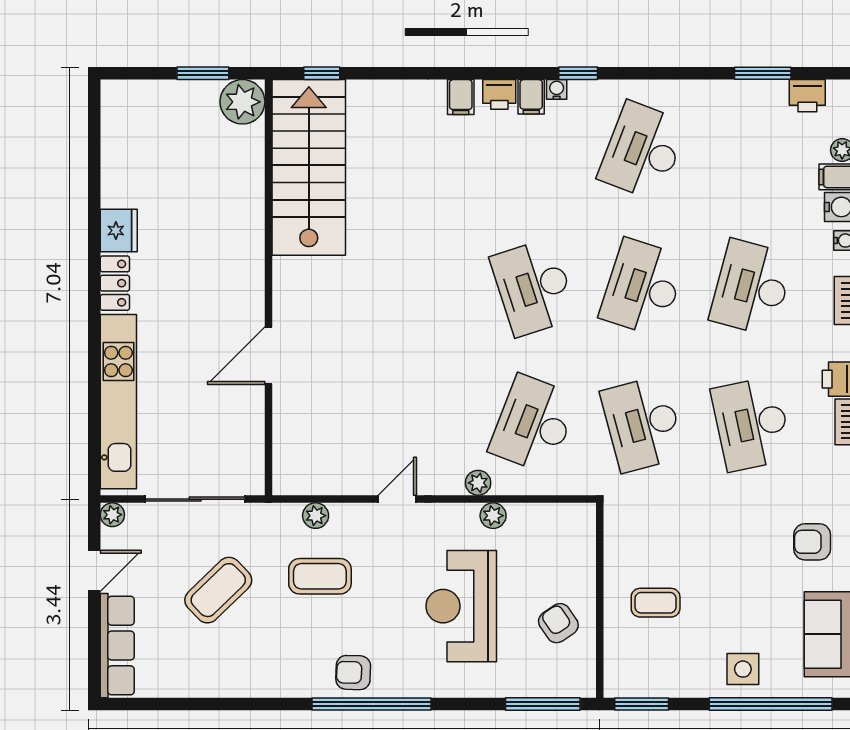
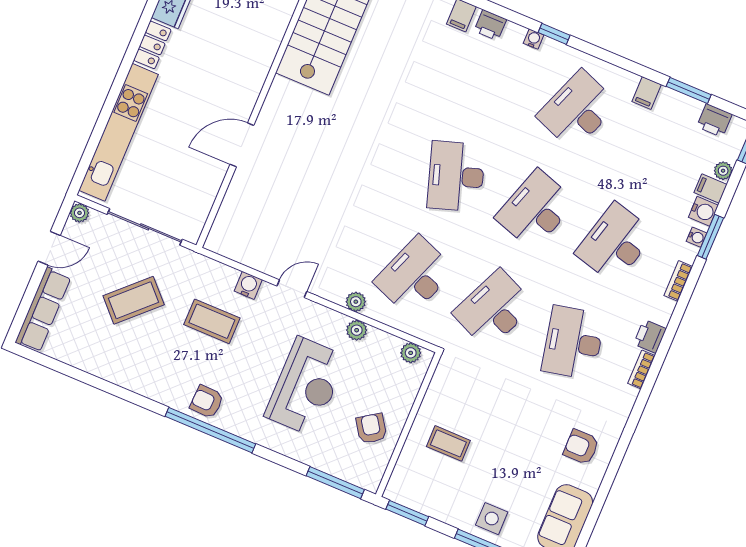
filing cabinet: (531, 97) -> (647, 93), moved
desk: (643, 424) -> (494, 309), turned 39
plant: (316, 516) -> (411, 353), moved
water cooler: (345, 516) -> (248, 285), added
reception desk: (461, 606) -> (306, 386), turned 180

